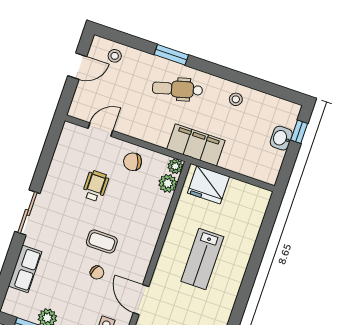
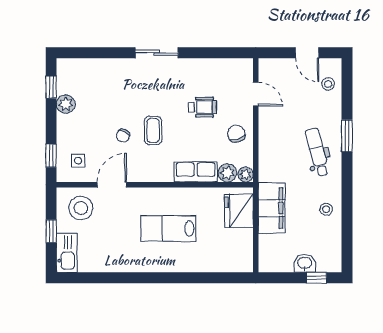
filing cabinet: (196, 145) -> (272, 208), moved
row of seats: (25, 269) -> (196, 172), moved, turned 180

